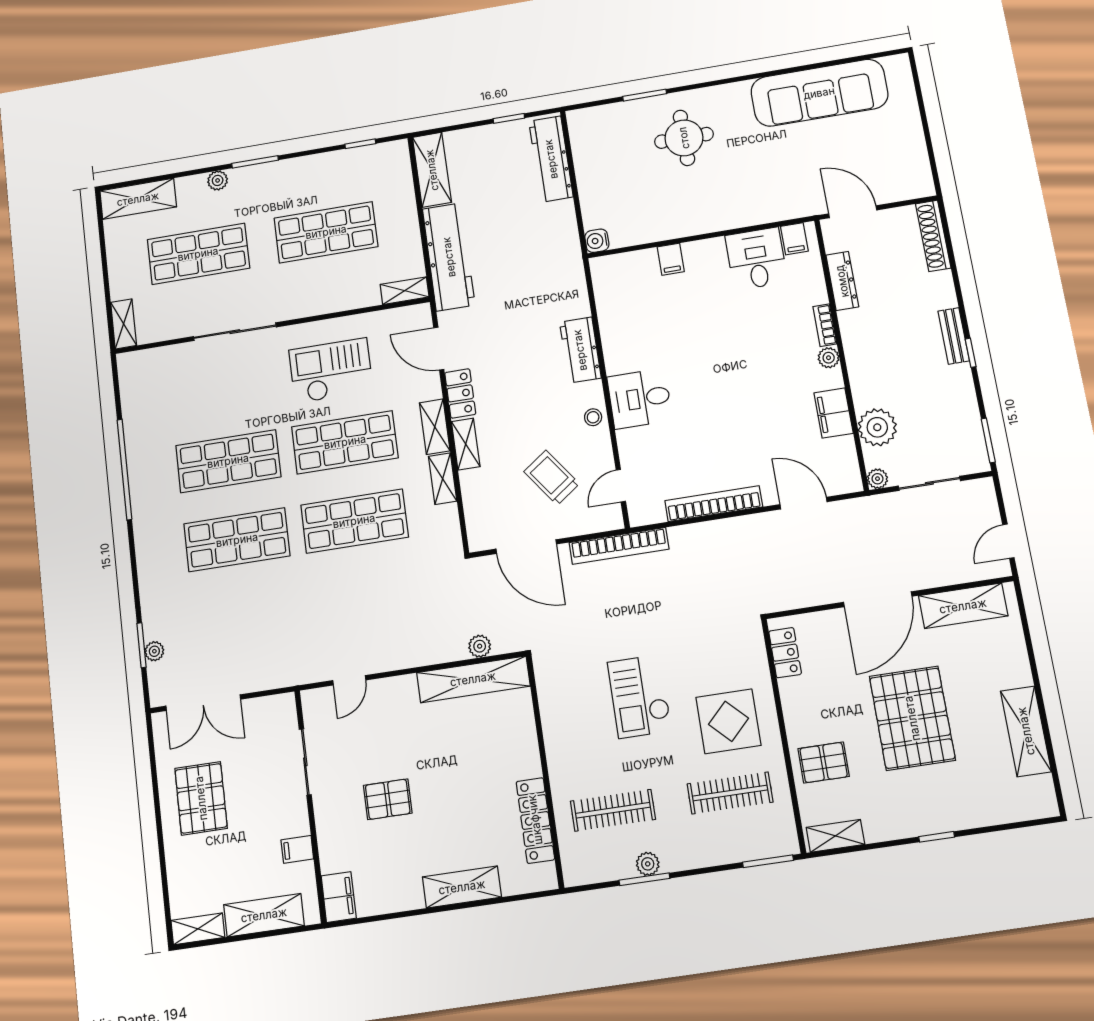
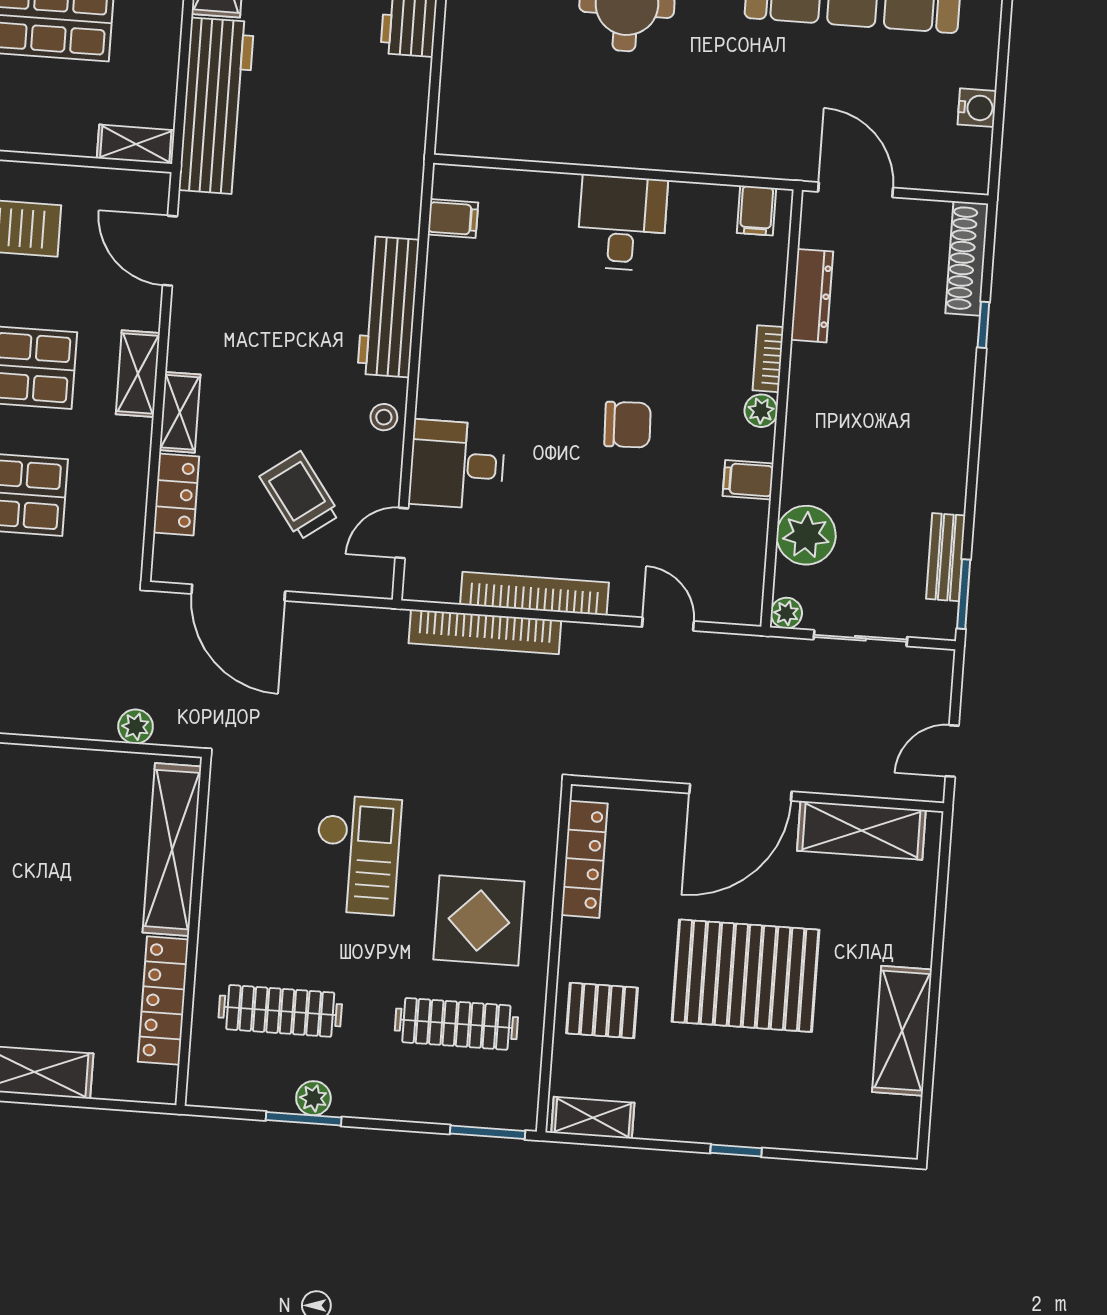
water cooler: (597, 241) -> (977, 108), moved, turned 180
filing cabinet: (671, 259) -> (453, 219), moved, turned -90
desk: (756, 259) -> (622, 223), moved
bench: (954, 336) -> (946, 557), moved
workbench: (580, 350) -> (388, 307), width x1.38
window: (971, 353) -> (983, 325), moved
chair: (747, 386) -> (628, 425), added
locker: (460, 393) -> (176, 495), moved
desk: (640, 399) -> (457, 465), moved
filing cabinet: (834, 413) -> (748, 480), width x0.50
shelving: (443, 479) -> (133, 458), removed
door: (803, 503) -> (668, 624), width x0.73
bookcase: (619, 546) -> (485, 632), moved
locker: (785, 653) -> (584, 859), width x1.53
shelving: (473, 679) -> (172, 850), moved, turned 90
checkout: (640, 696) -> (357, 855), turned 180
pallet: (912, 718) -> (745, 976), turned 90

